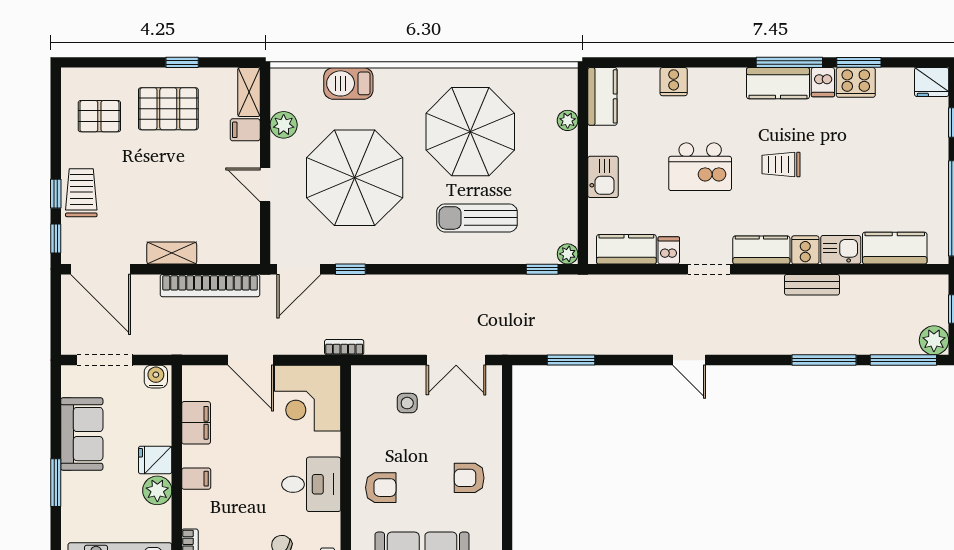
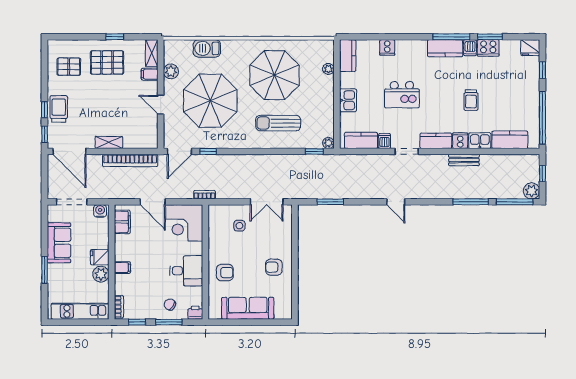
trolley: (781, 164) -> (471, 100), moved, turned -90
filing cabinet: (196, 423) -> (122, 222), moved

